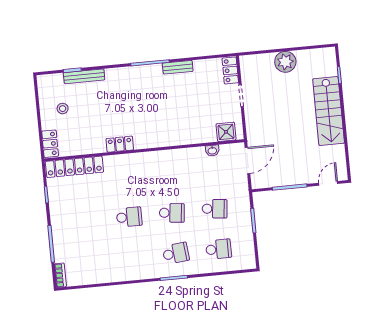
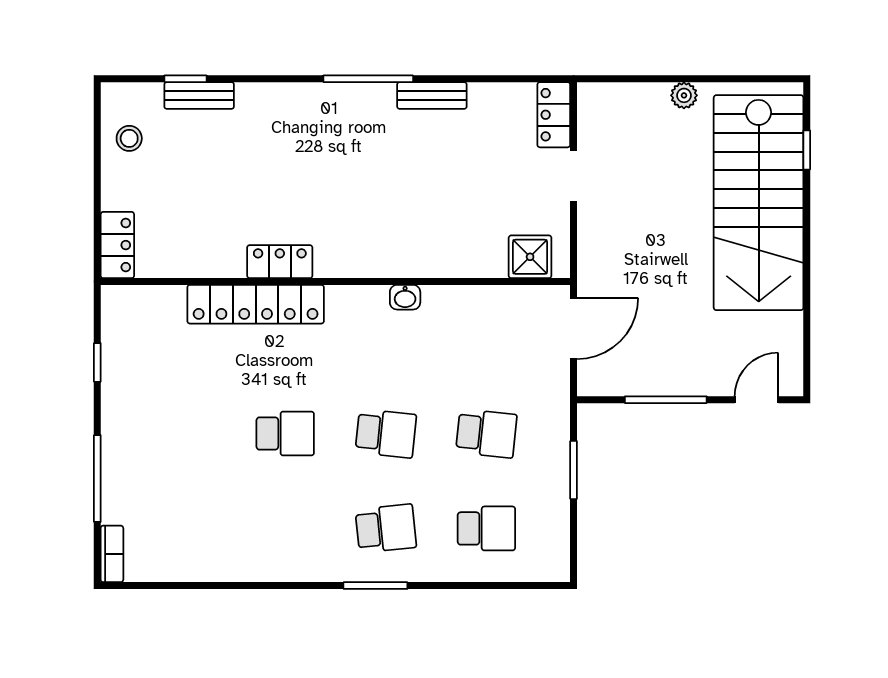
plant: (285, 62) -> (684, 95), width x0.53, depth x0.53
bench: (84, 76) -> (199, 96), width x0.73
stool: (63, 109) -> (129, 138), moved
stairs: (329, 111) -> (759, 203), width x1.36, depth x1.51
washbasin: (212, 151) -> (405, 297), moved
locker: (74, 167) -> (256, 304), moved

